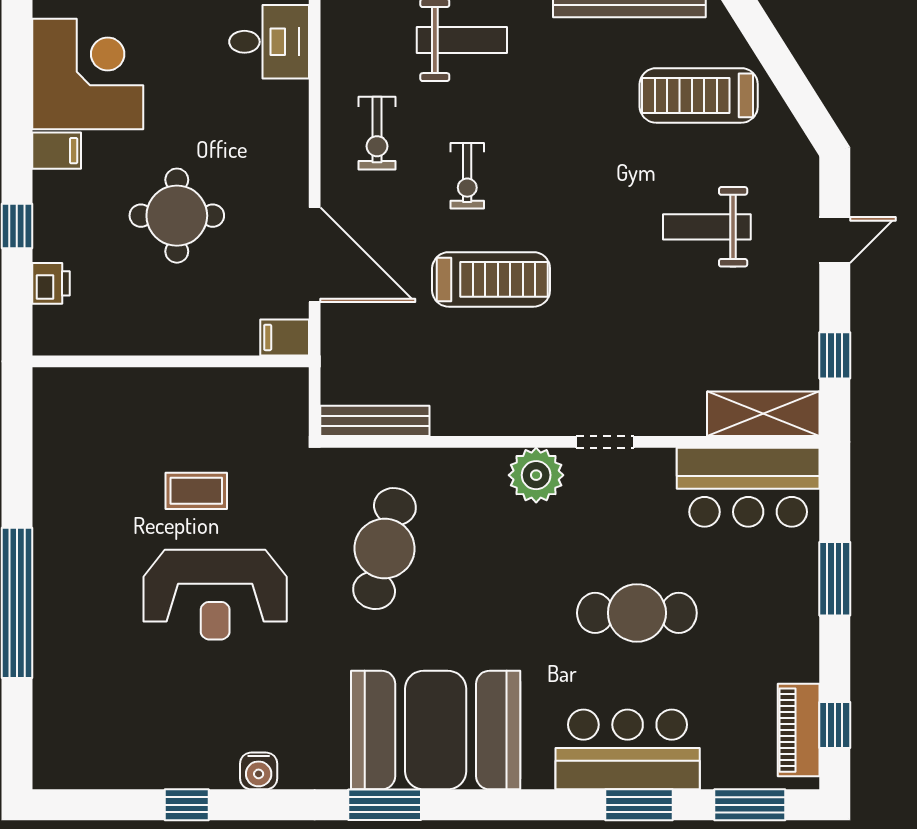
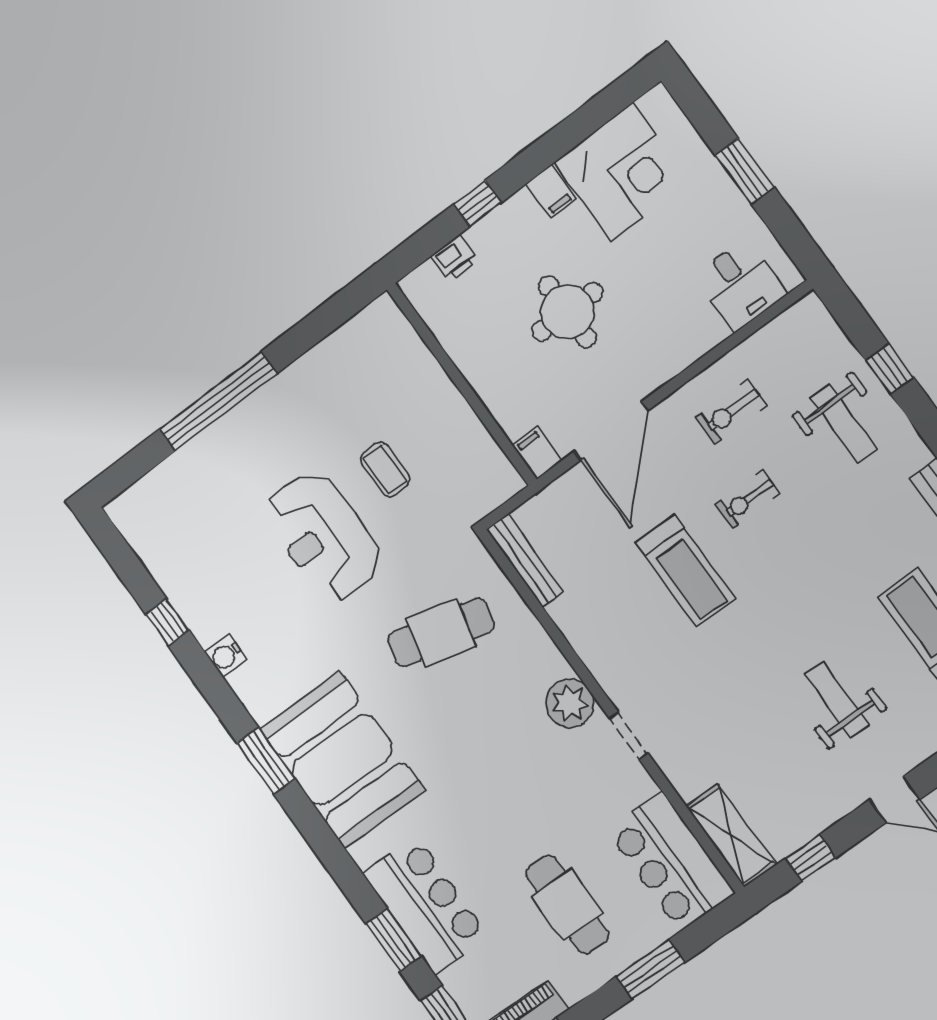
cafe table: (637, 613) -> (567, 905), moved

